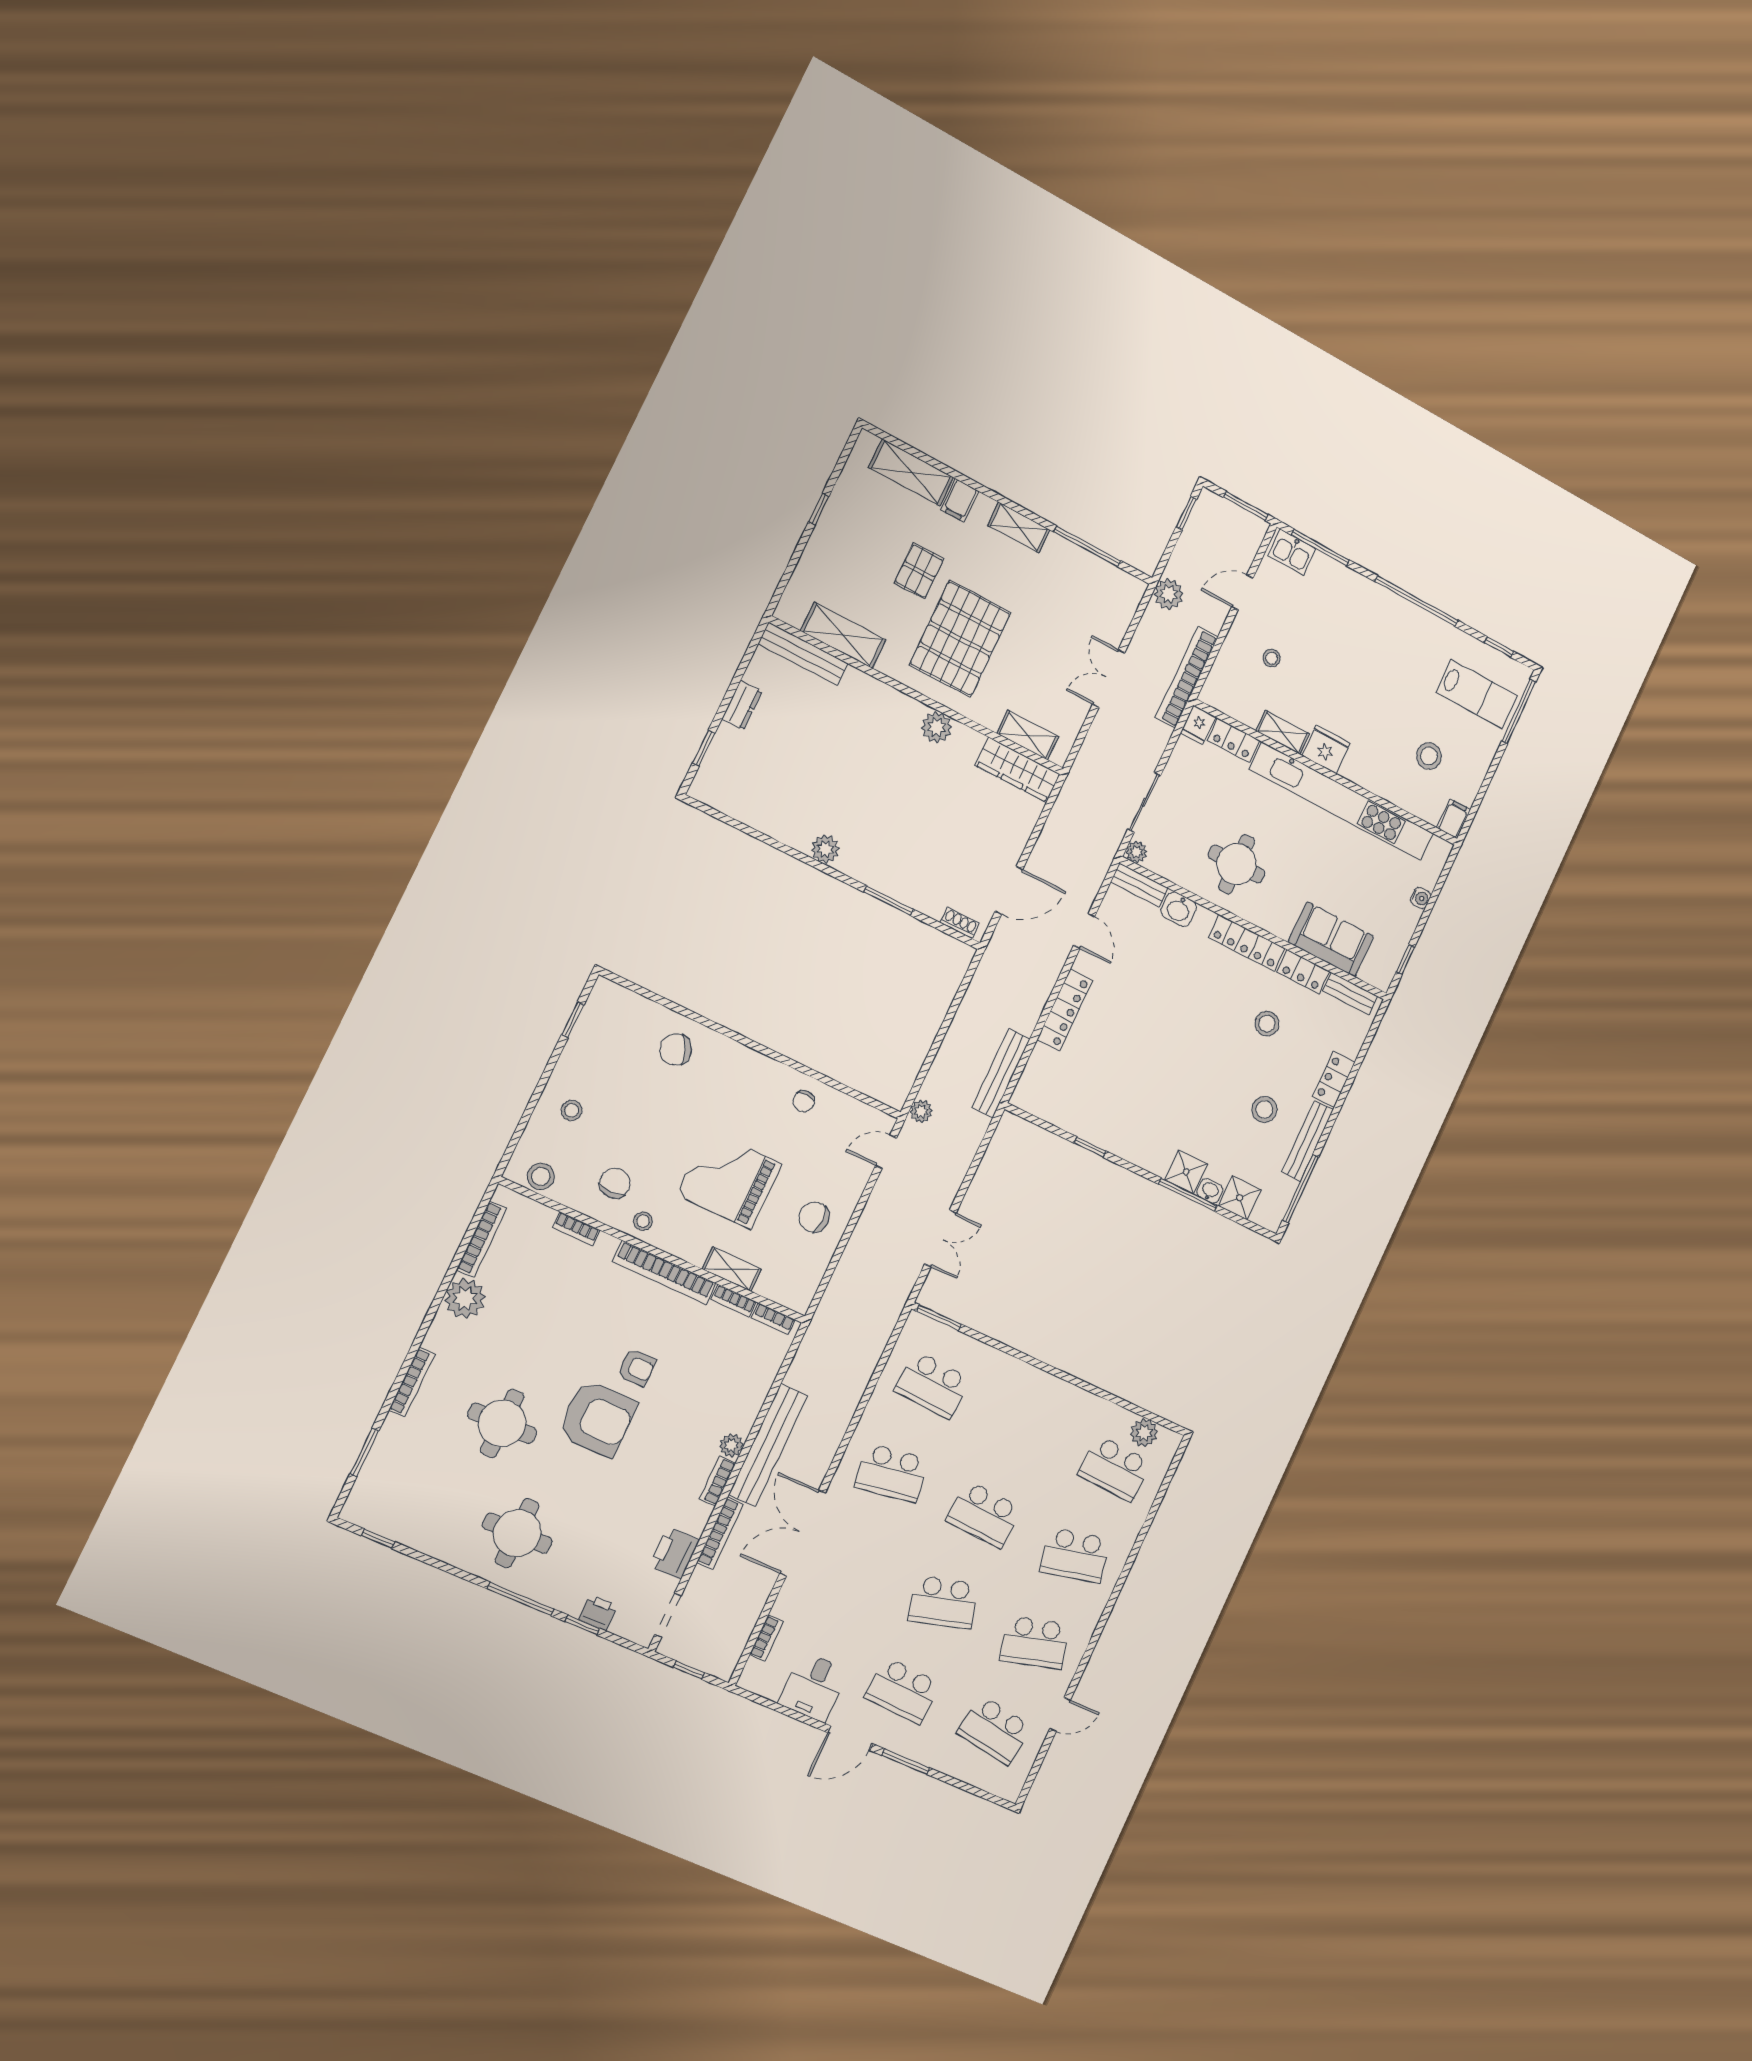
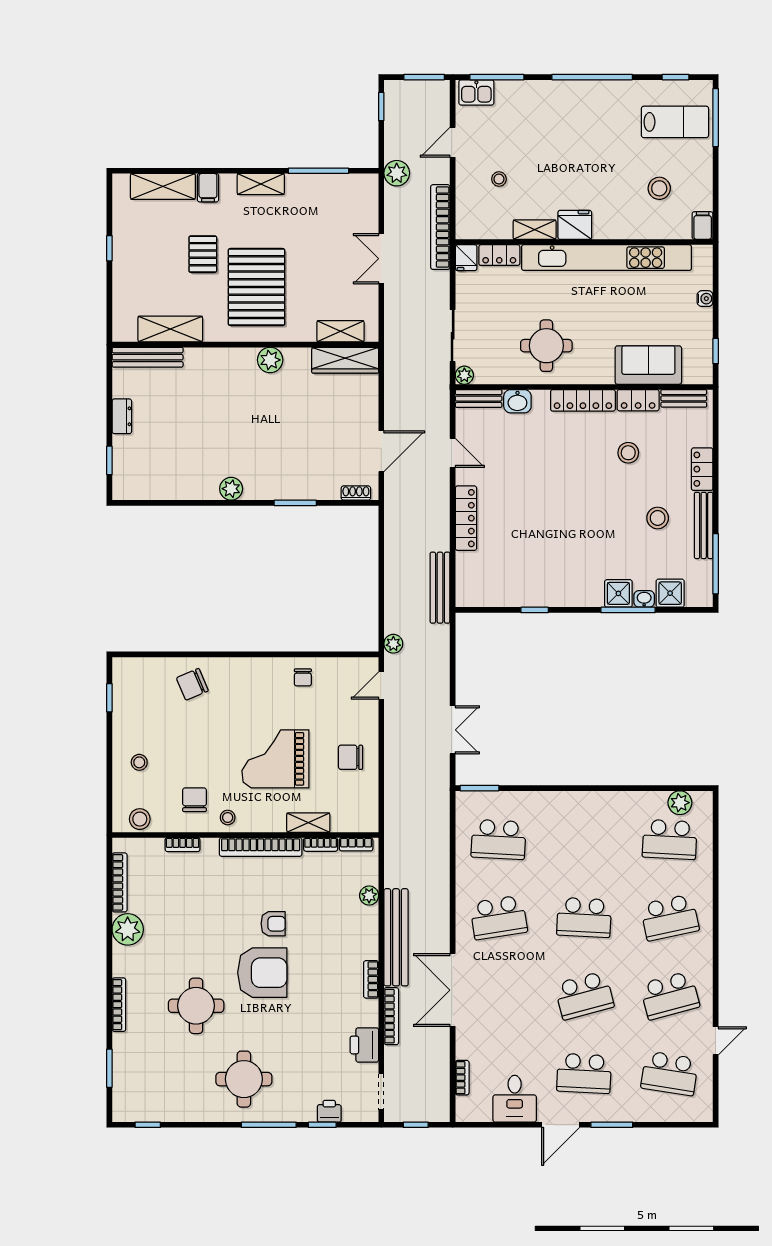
plant: (731, 1445) -> (369, 896), moved

